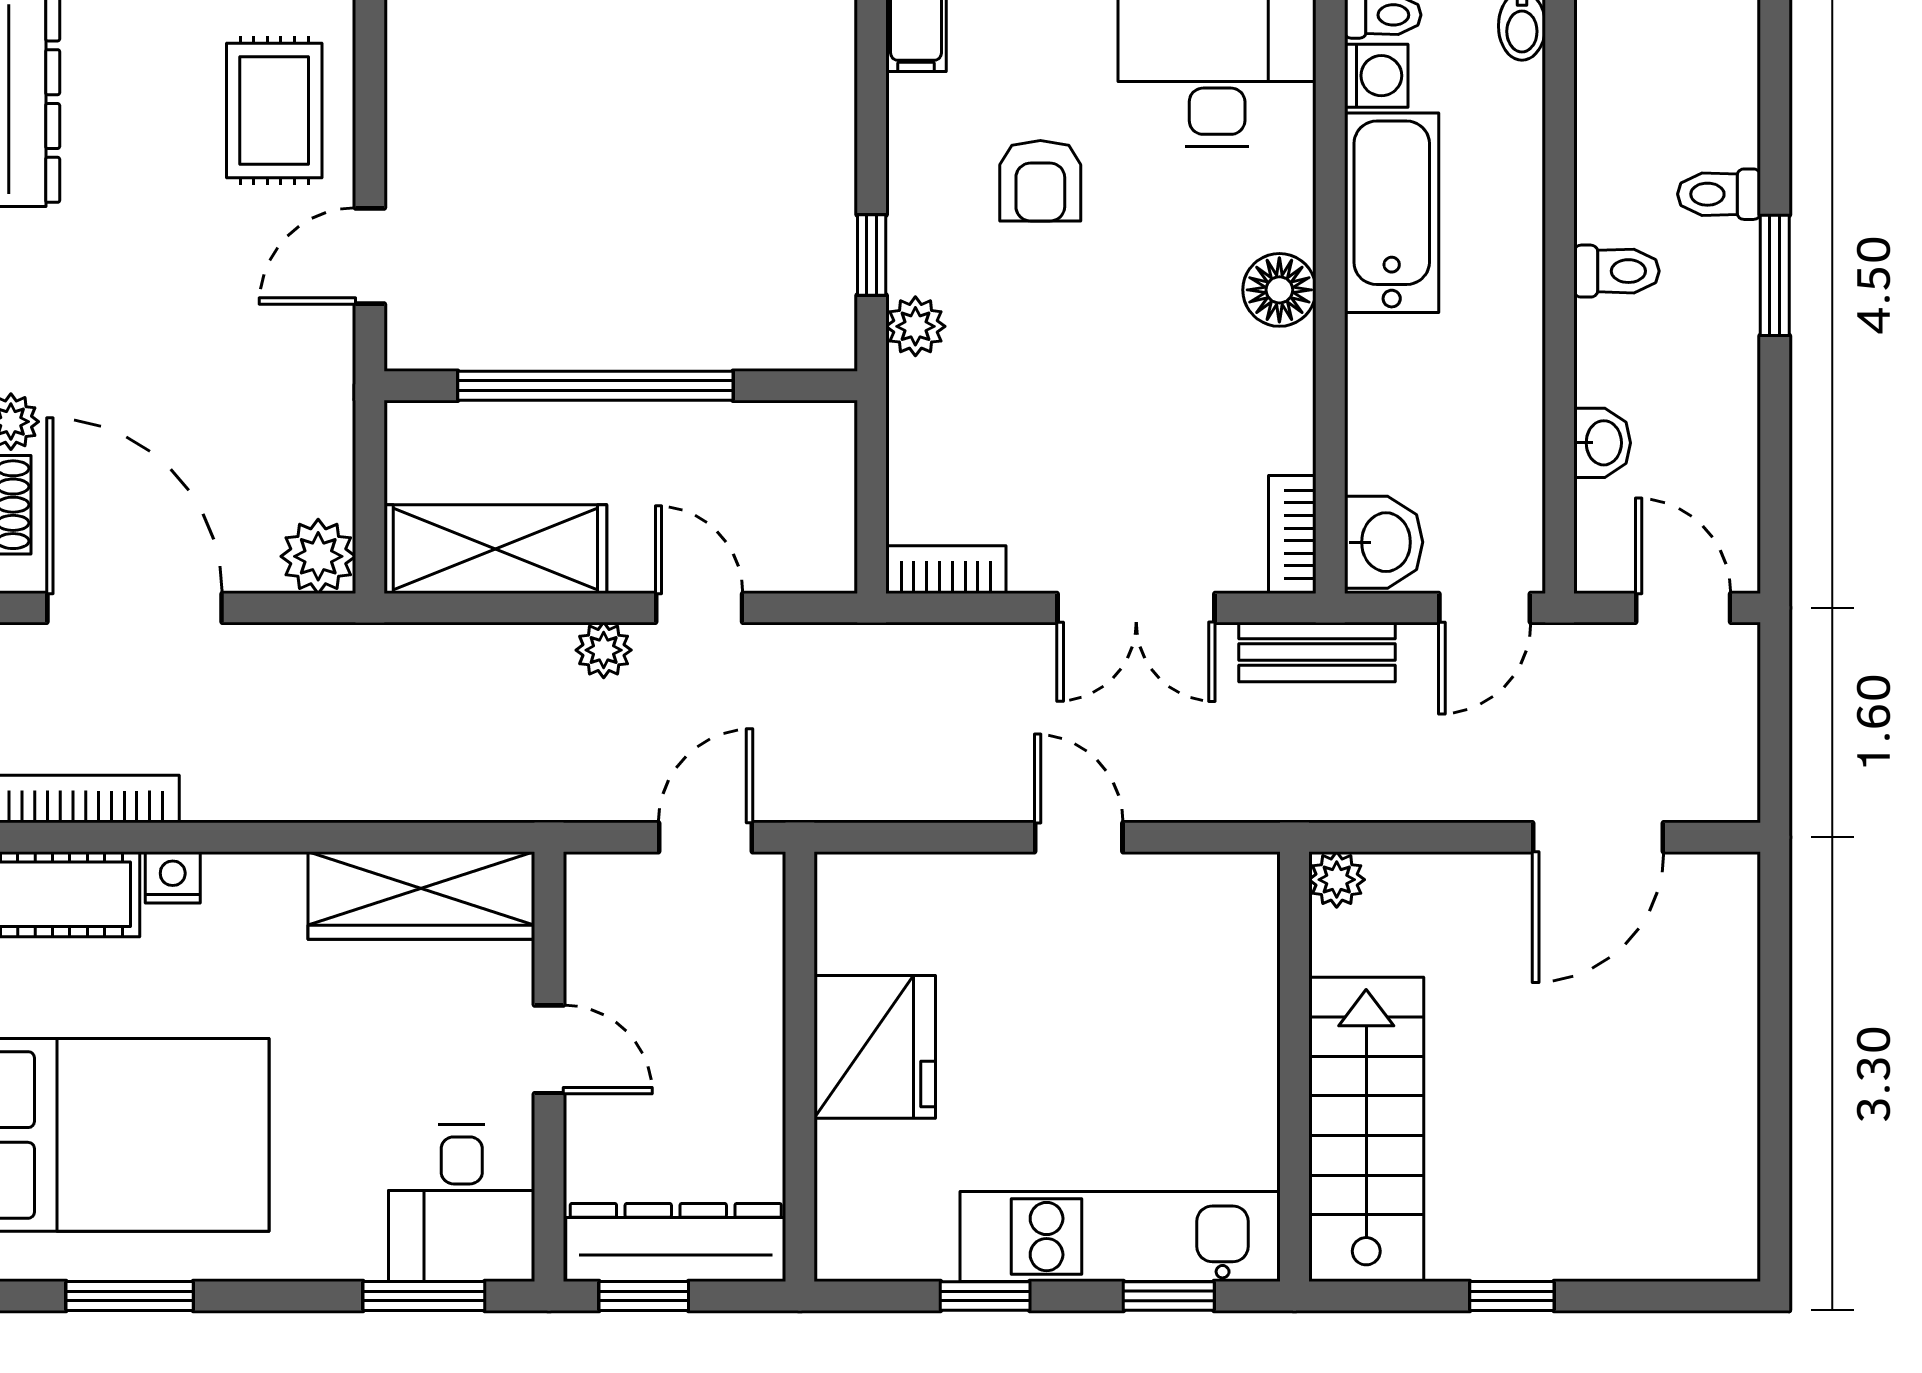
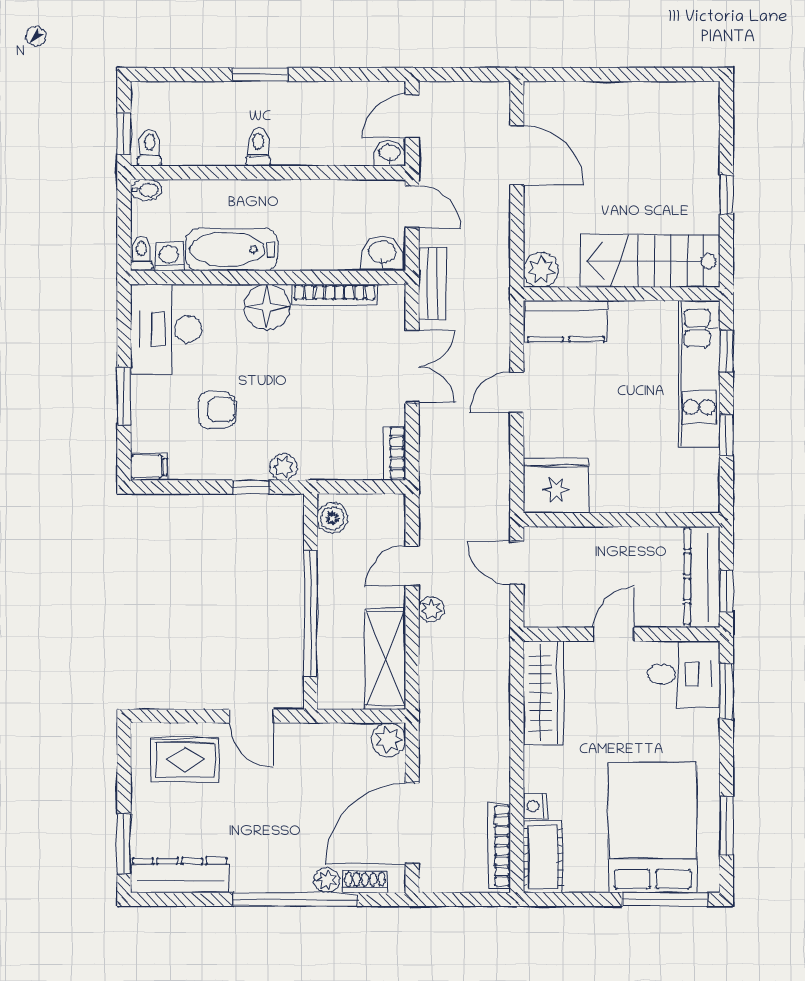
toilet: (1719, 194) -> (150, 147), moved, turned 180
floor lamp: (1279, 290) -> (267, 307), width x1.38, depth x1.38
boiler: (803, 433) -> (332, 518), added
washbasin: (1602, 443) -> (390, 153), moved
bookcase: (1292, 534) -> (335, 295), moved, width x1.56
plant: (1337, 880) -> (541, 270), width x1.38, depth x1.38
kitchen counter: (1235, 945) -> (566, 321), added
fridge: (875, 1047) -> (556, 486), moved

